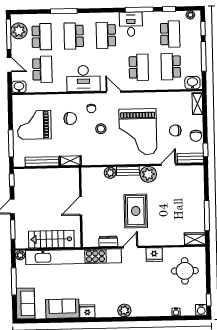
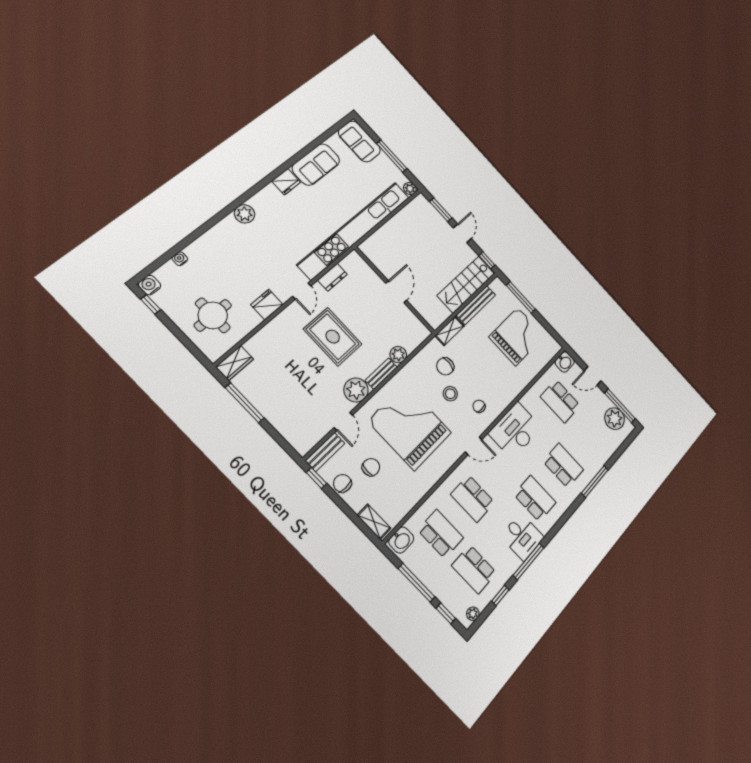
school desk: (42, 37) -> (590, 434), removed
chair: (70, 118) -> (445, 366), moved
stairs: (51, 239) -> (466, 285), moved, turned 180

